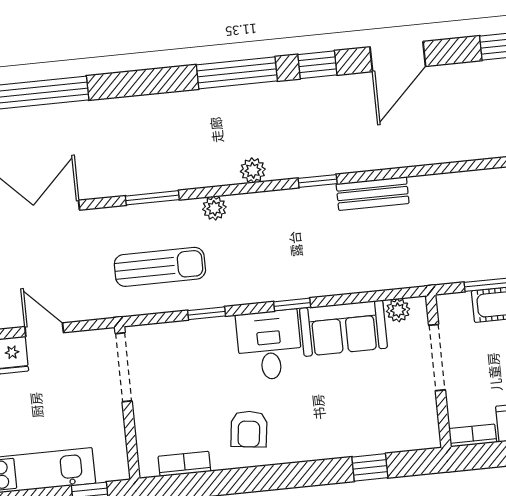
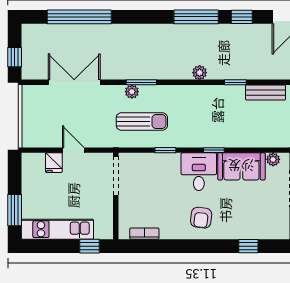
plant: (214, 208) -> (132, 92), moved
armchair: (249, 429) -> (201, 218), moved

